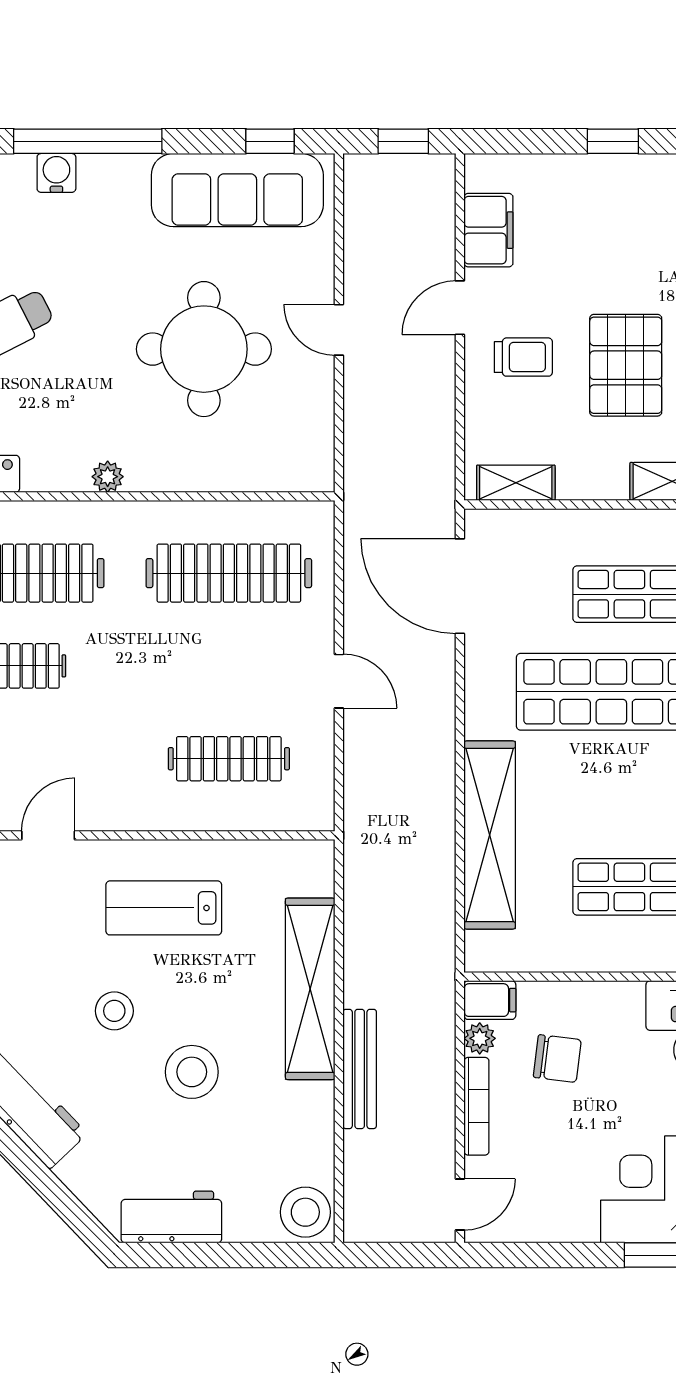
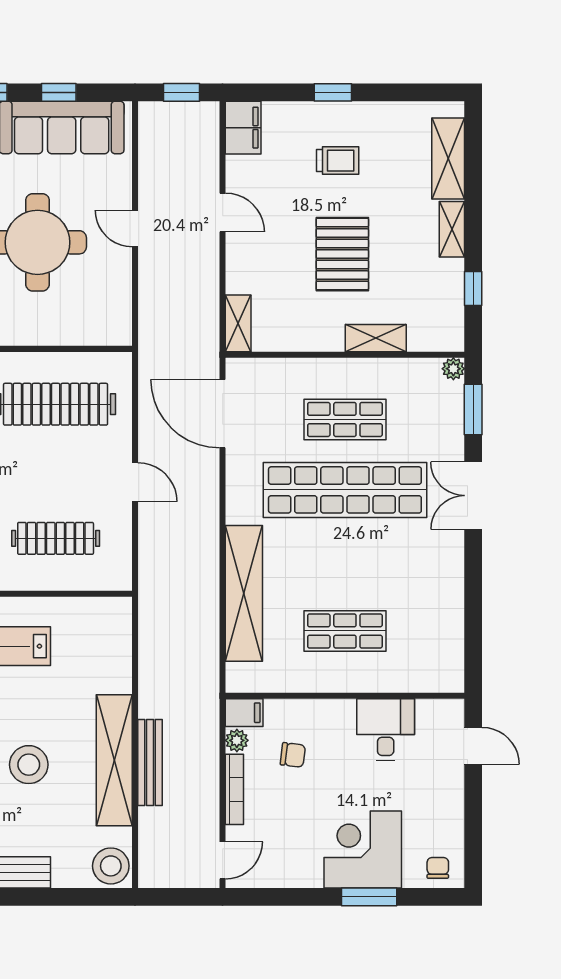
window: (270, 141) -> (59, 92), moved
filing cabinet: (488, 230) -> (243, 128), moved
door: (460, 308) -> (223, 212), swing flipped
trolley: (523, 357) -> (338, 161), moved
shelving: (516, 483) -> (238, 323), moved, turned 90
shelving: (310, 989) -> (114, 760), moved
chair: (557, 1058) -> (293, 755), width x0.73, depth x0.73

